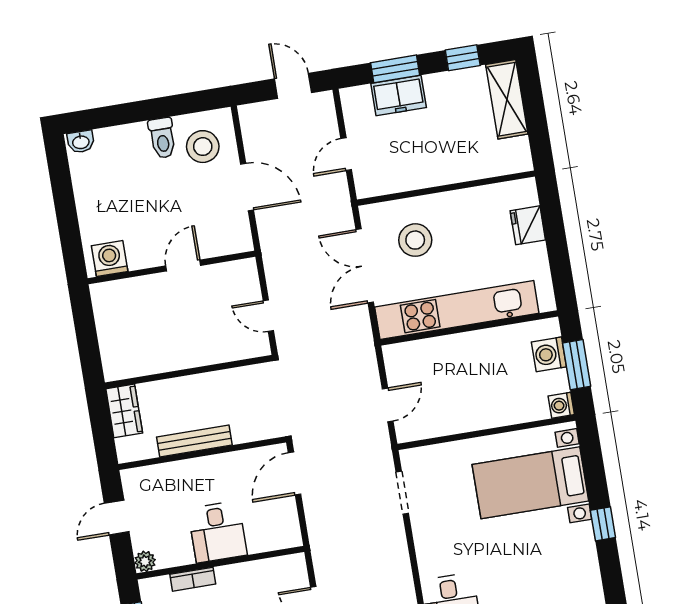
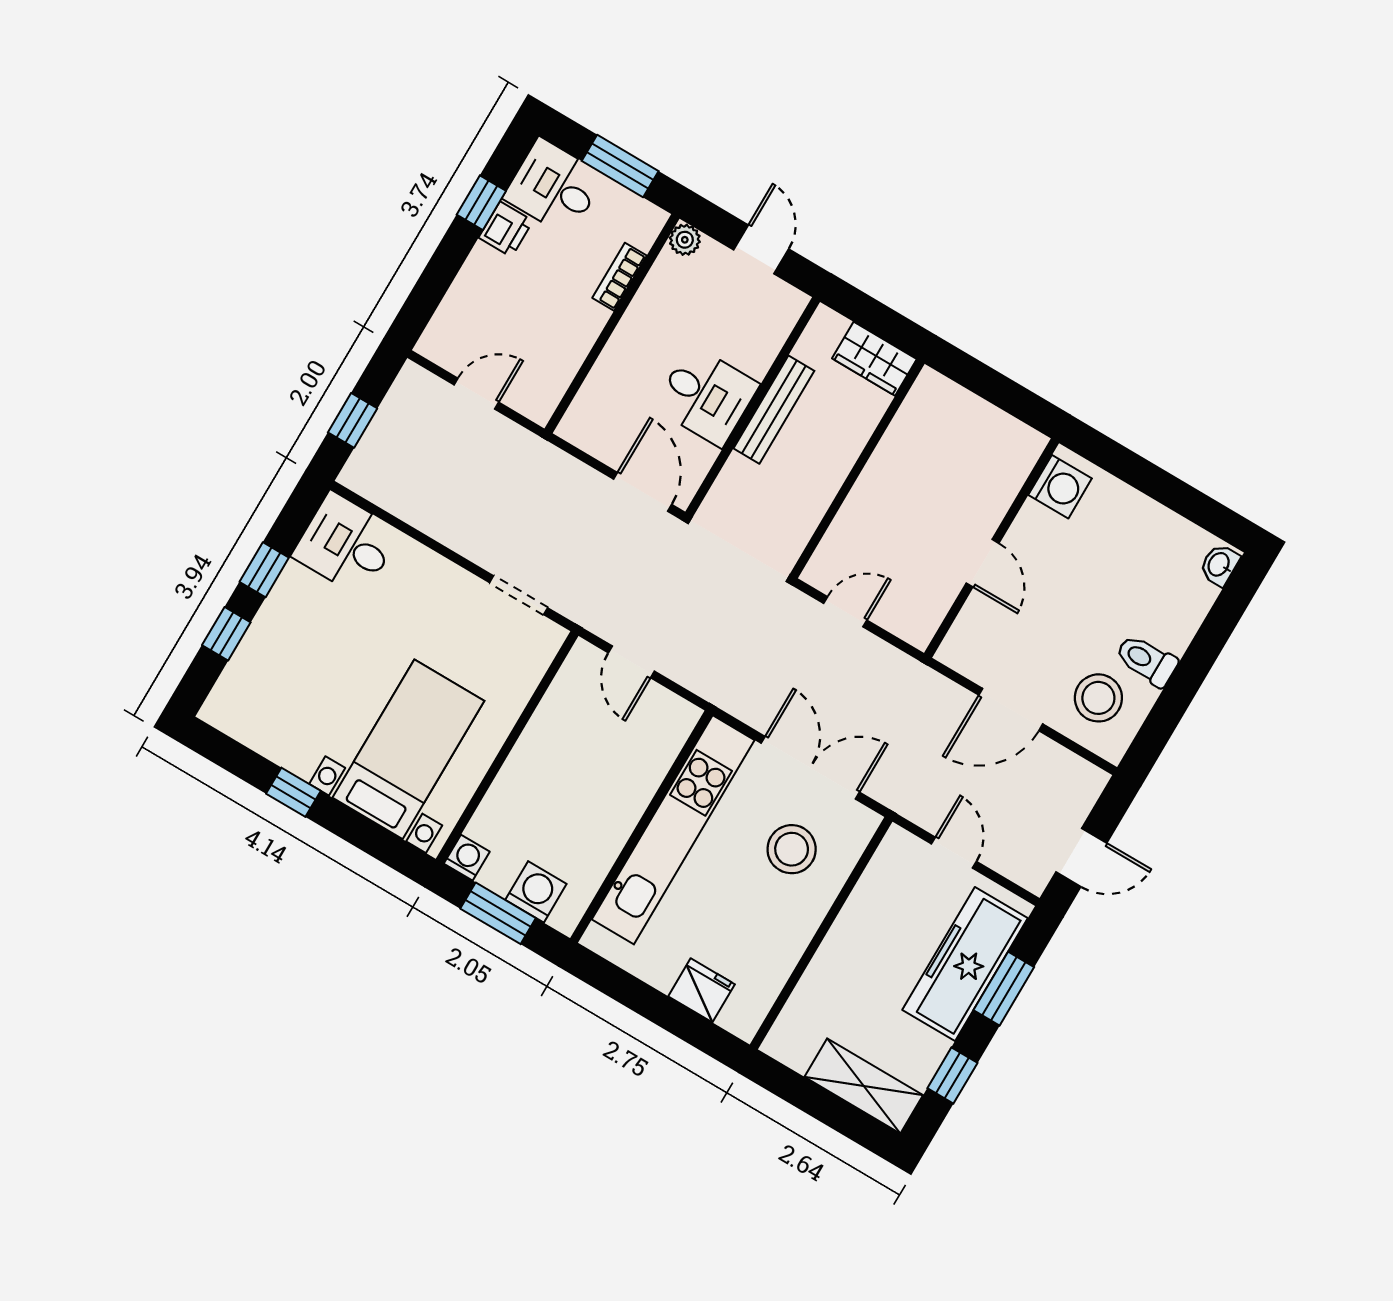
freezer: (399, 96) -> (965, 964), width x1.91, depth x1.26
desk: (217, 532) -> (706, 396), moved, turned 180

